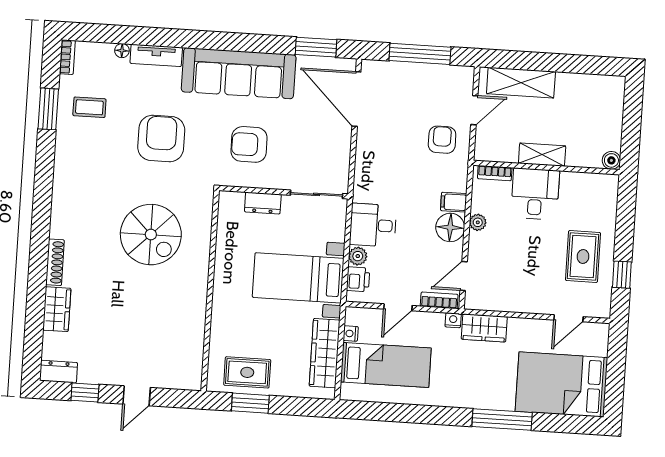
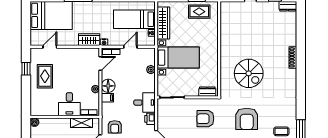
armchair: (249, 144) -> (205, 119), turned 180
shelving: (542, 155) -> (81, 123), moved
dresser: (263, 203) -> (207, 92), moved
desk: (373, 225) -> (145, 103), moved
spiral stairs: (151, 235) -> (249, 73), turned 180
printer: (358, 279) -> (150, 119), moved
wardrobe: (57, 309) -> (291, 35), removed

